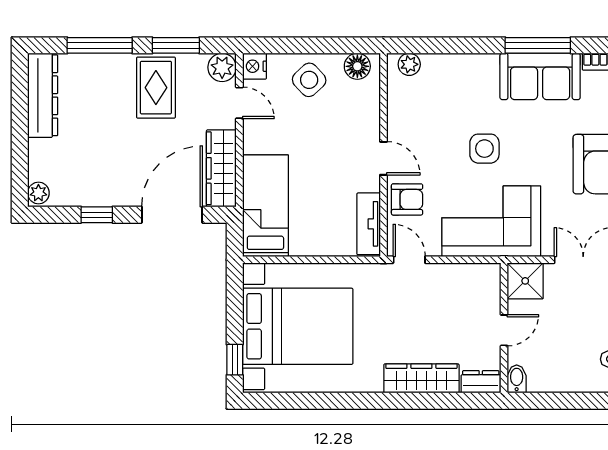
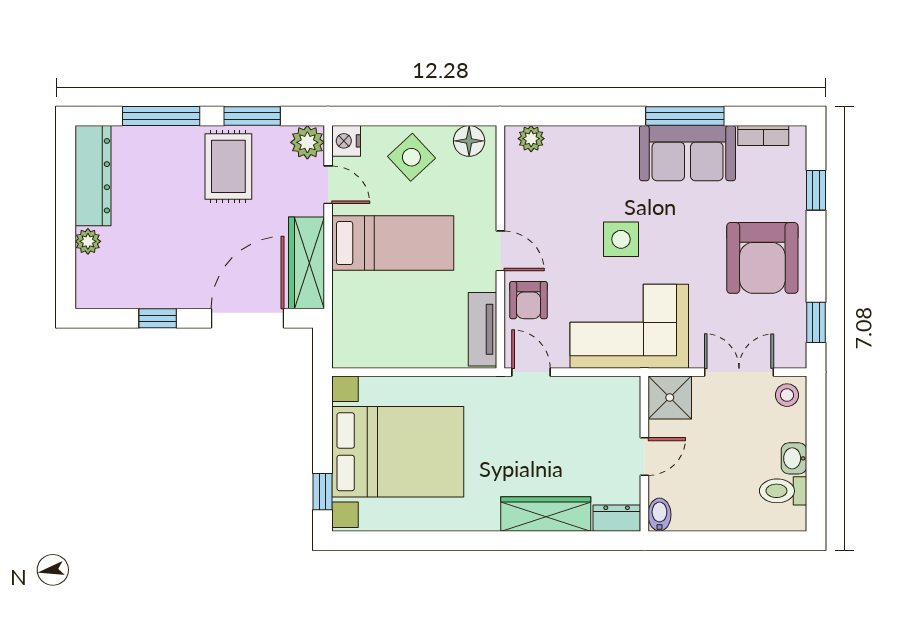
plant: (38, 193) -> (88, 241), moved
armchair: (407, 199) -> (528, 300), turned 90
bed: (265, 206) -> (393, 243), moved, turned 90

